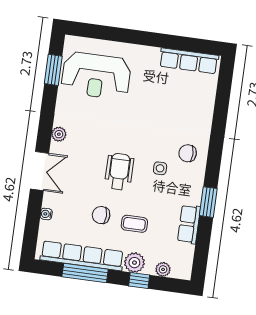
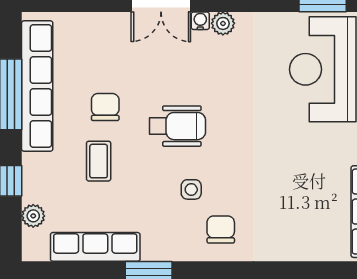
water cooler: (46, 214) -> (200, 21), moved
row of seats: (189, 224) -> (95, 247), width x1.48
plant: (134, 263) -> (38, 170), removed

